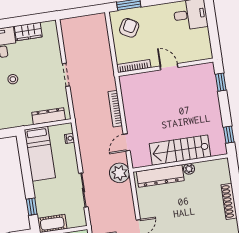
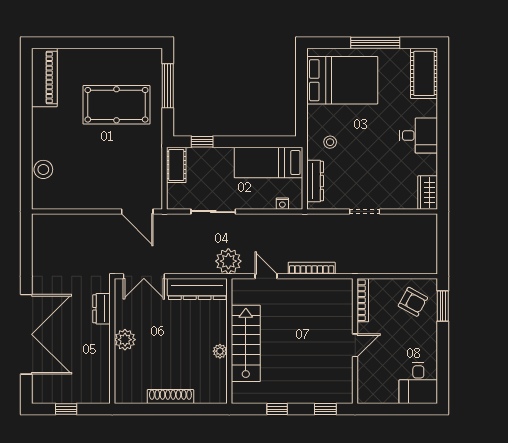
wardrobe: (28, 32) -> (428, 193), moved
stool: (13, 79) -> (330, 142), moved
window: (229, 135) -> (277, 409), moved
dresser: (160, 176) -> (197, 289), moved, turned -90

